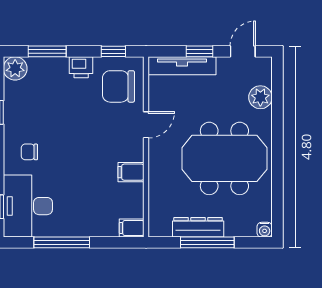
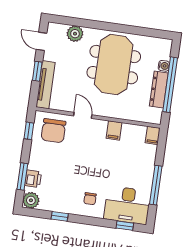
printer: (81, 67) -> (33, 179), moved
water cooler: (265, 230) -> (164, 66), moved
window: (207, 242) -> (170, 85), width x1.46

